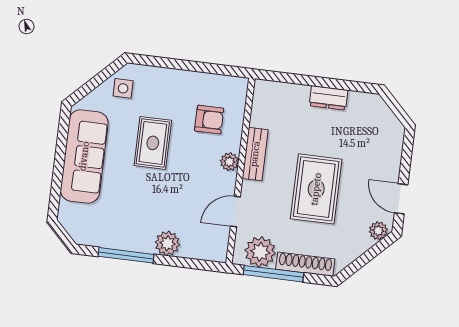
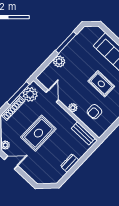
bench: (255, 154) -> (83, 133), moved
rug: (316, 189) -> (38, 133), turned 90

